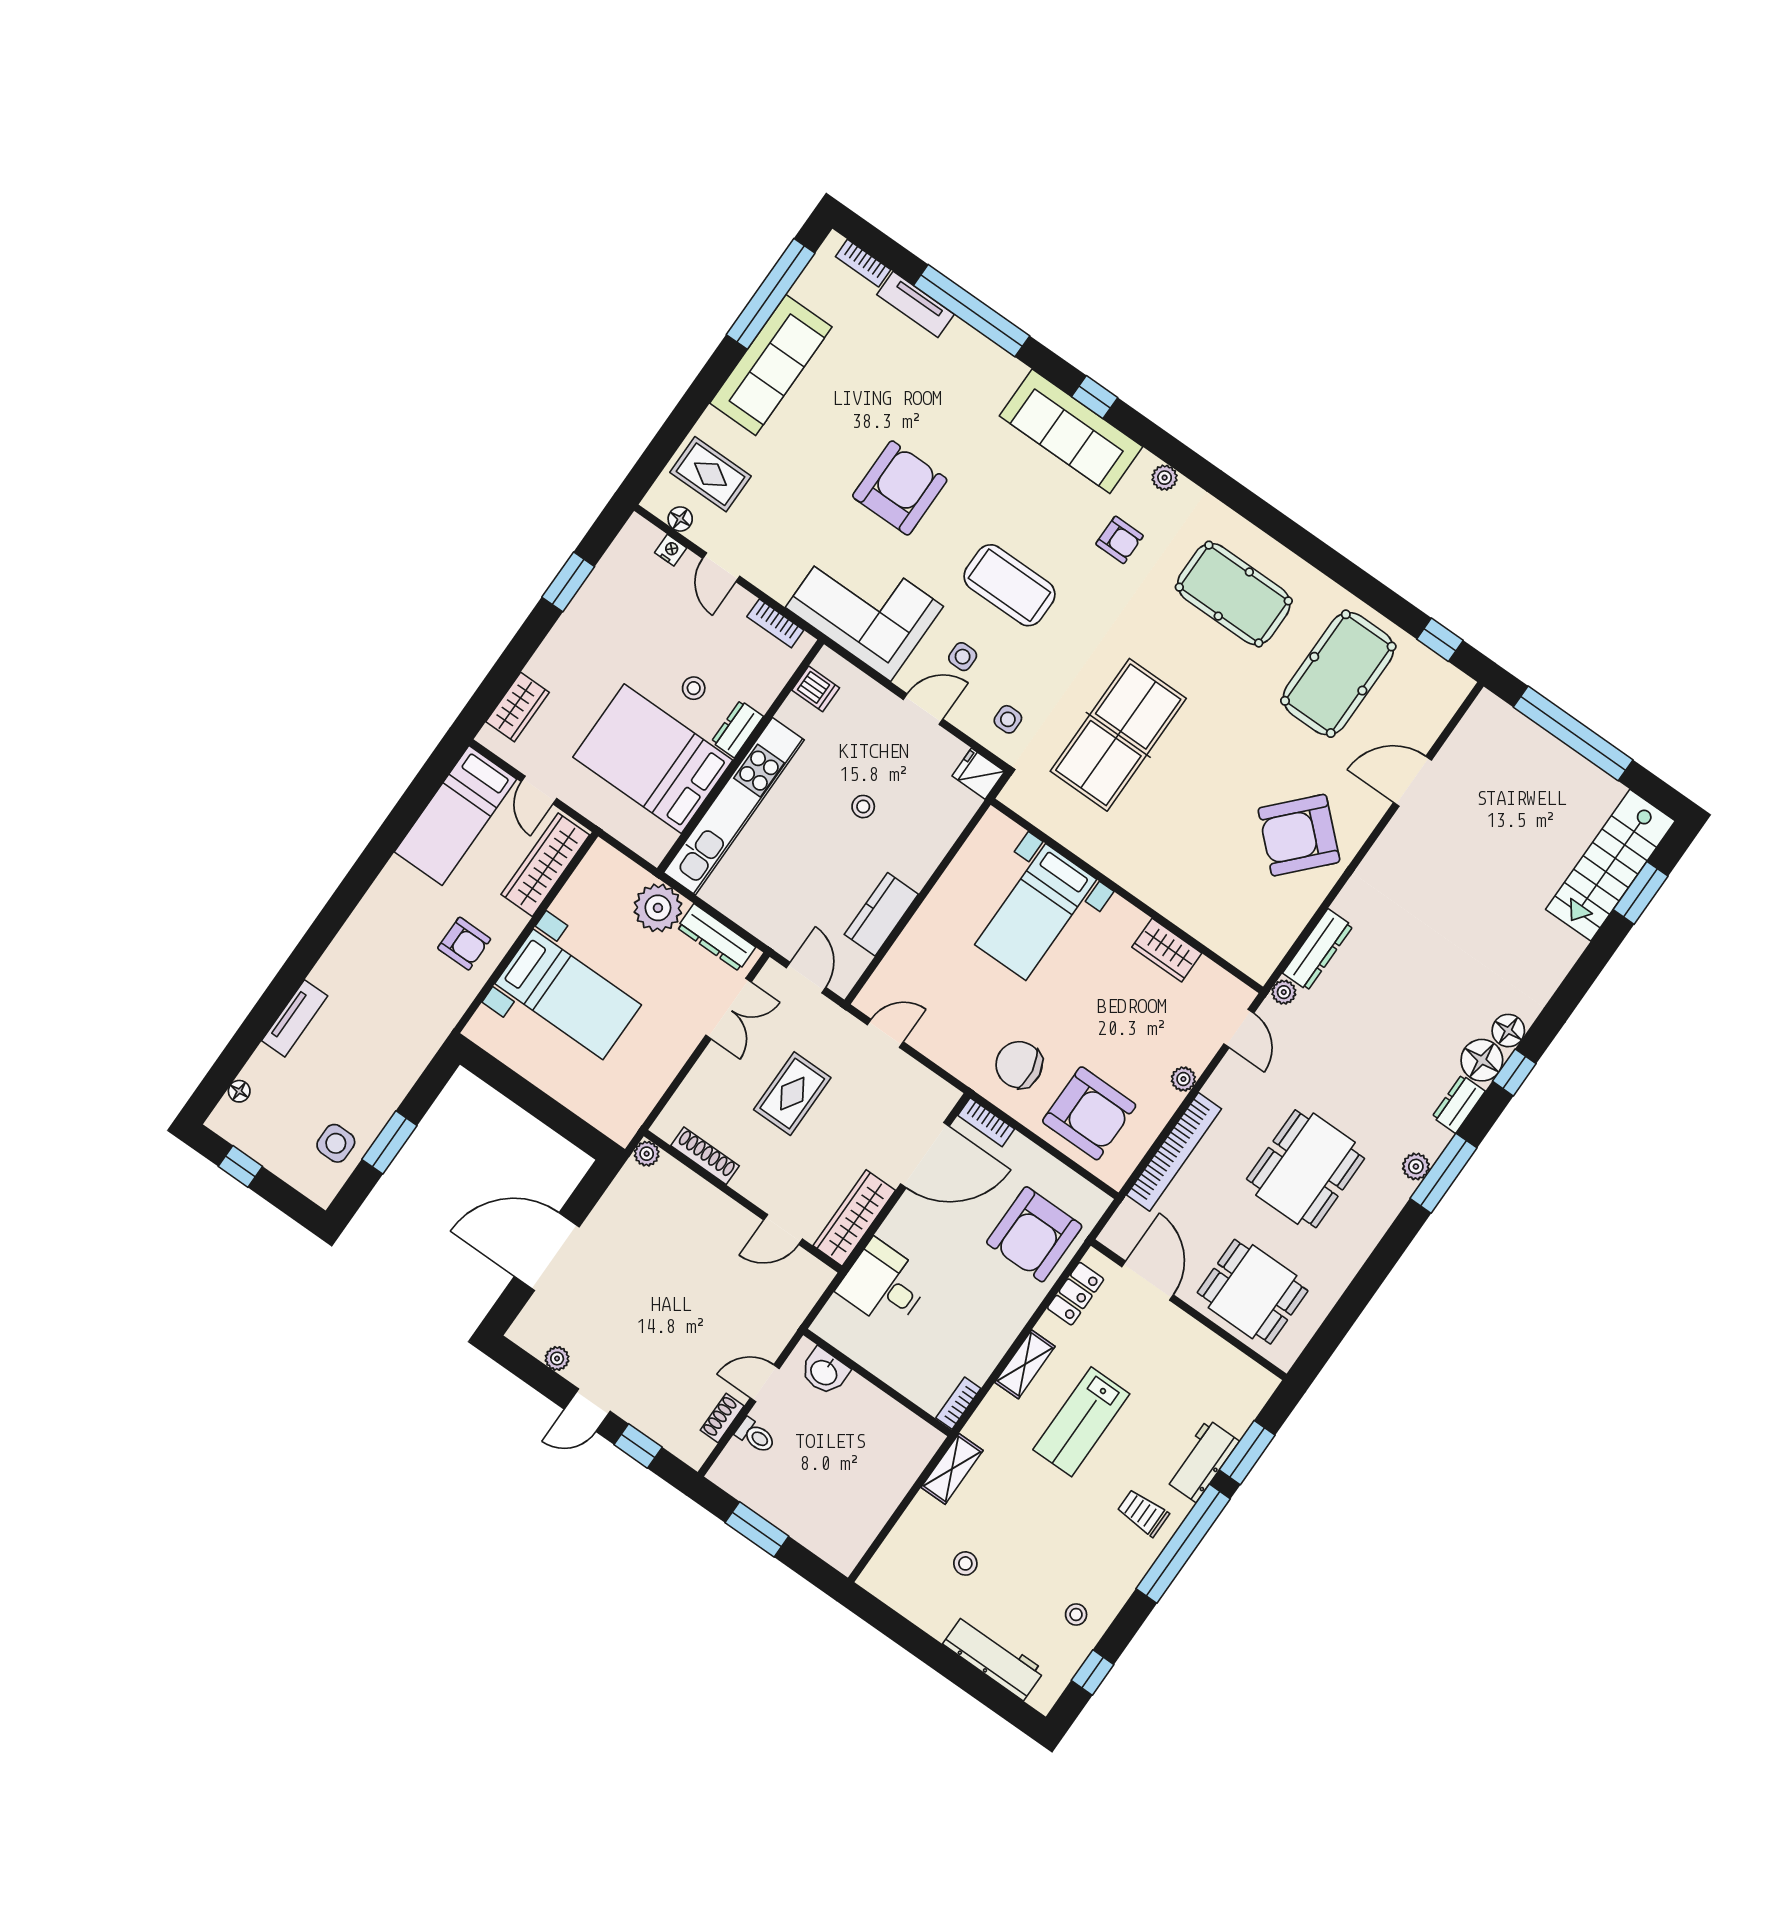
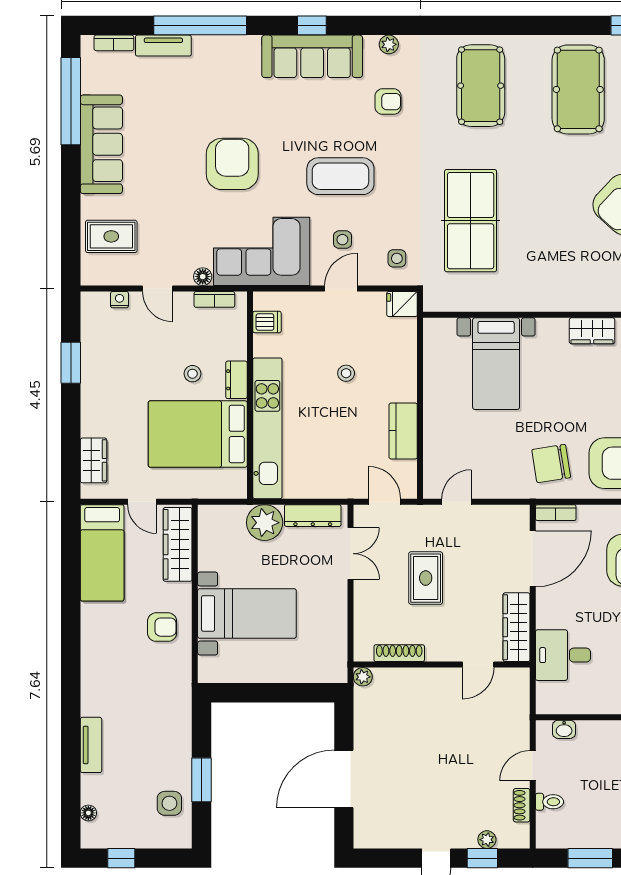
floor lamp: (680, 519) -> (203, 277), moved
pool table: (1234, 594) -> (481, 86), turned 90
plant: (557, 1358) -> (487, 840), moved
washbasin: (824, 1372) -> (564, 729), width x0.72, depth x0.69

